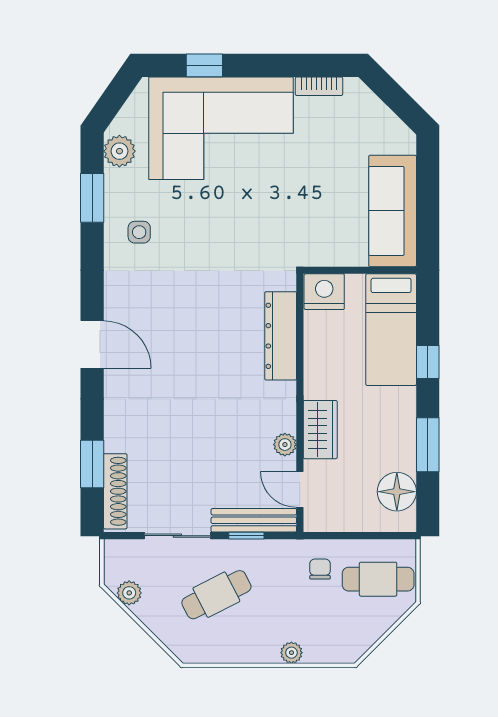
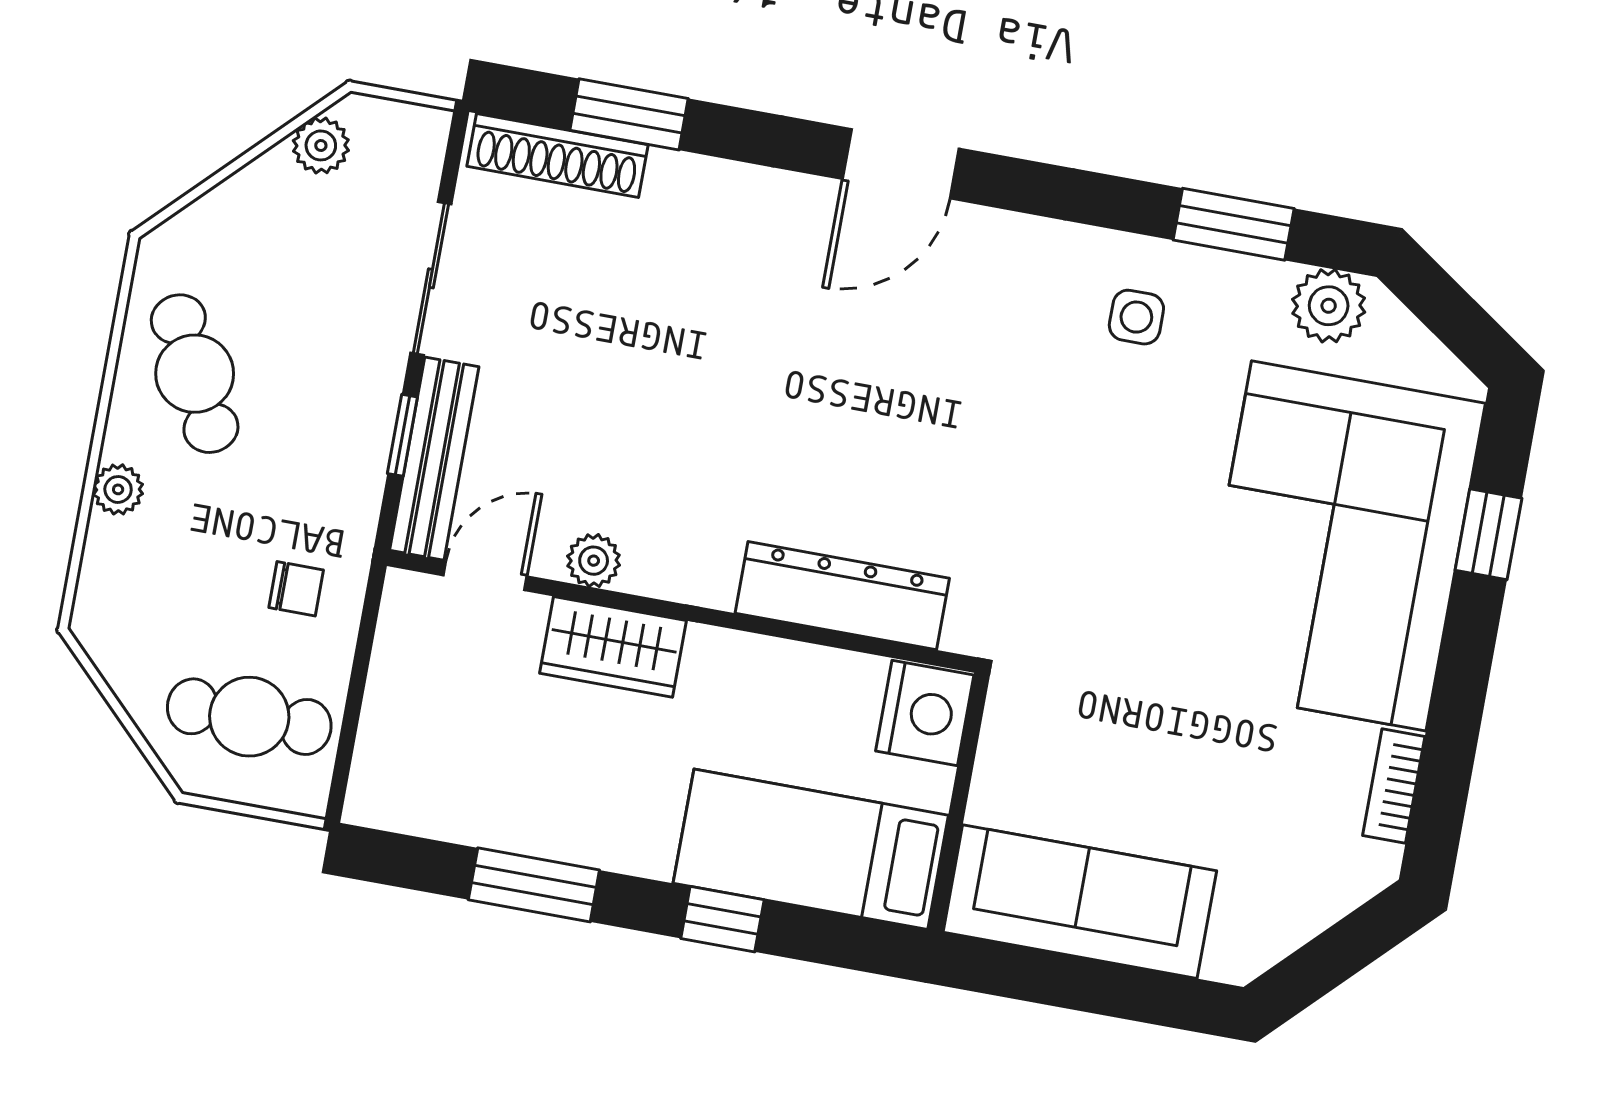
floor lamp: (397, 492) -> (440, 795), removed
cafe table: (378, 579) -> (249, 717), turned 90
cafe table: (216, 595) -> (195, 374), moved

